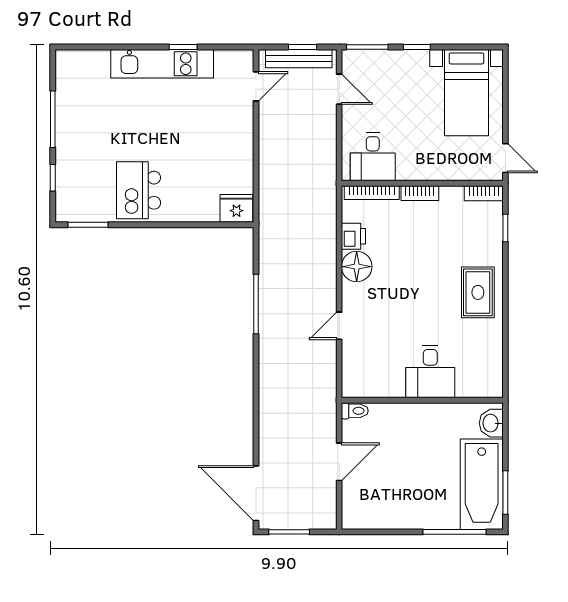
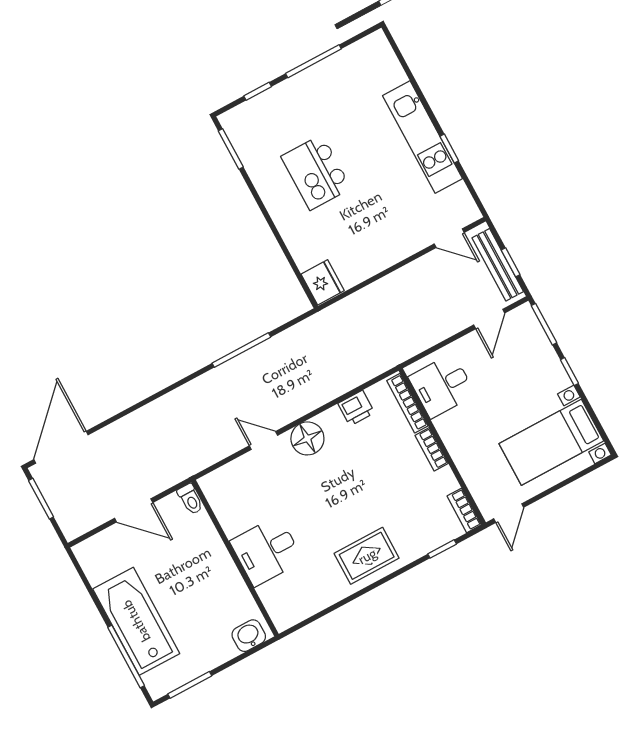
kitchen island: (139, 190) -> (316, 172), moved, turned -90
floor lamp: (357, 267) -> (307, 438), moved
bathtub: (482, 484) -> (136, 621), moved, turned 90

